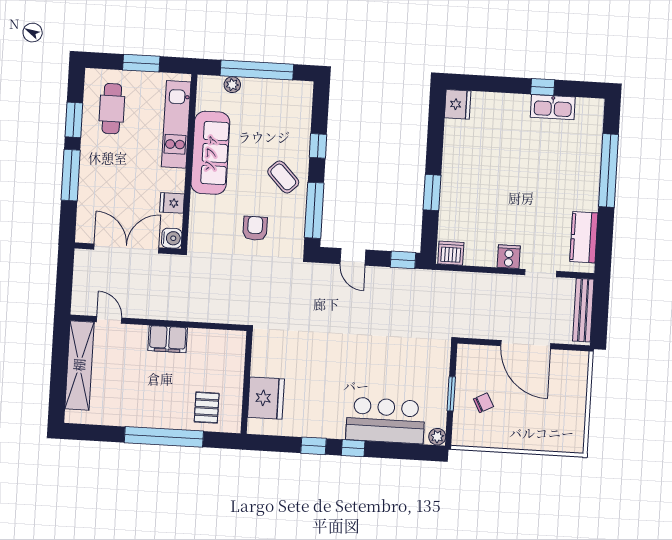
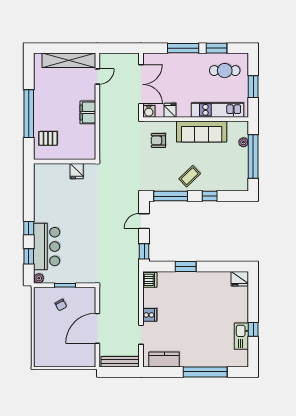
armchair: (255, 228) -> (158, 140), moved, turned 180
fridge: (266, 398) -> (77, 171), moved, width x0.53, depth x0.75
window: (313, 446) -> (29, 256), moved

